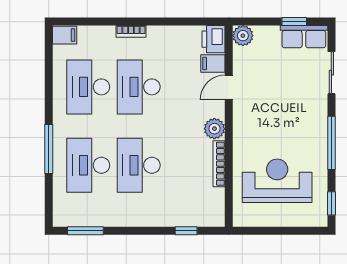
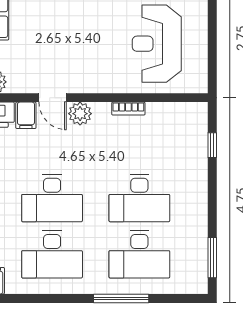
plant: (214, 129) -> (80, 114), moved
bookcase: (219, 164) -> (128, 109), width x0.64

